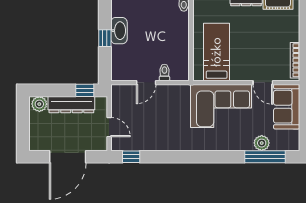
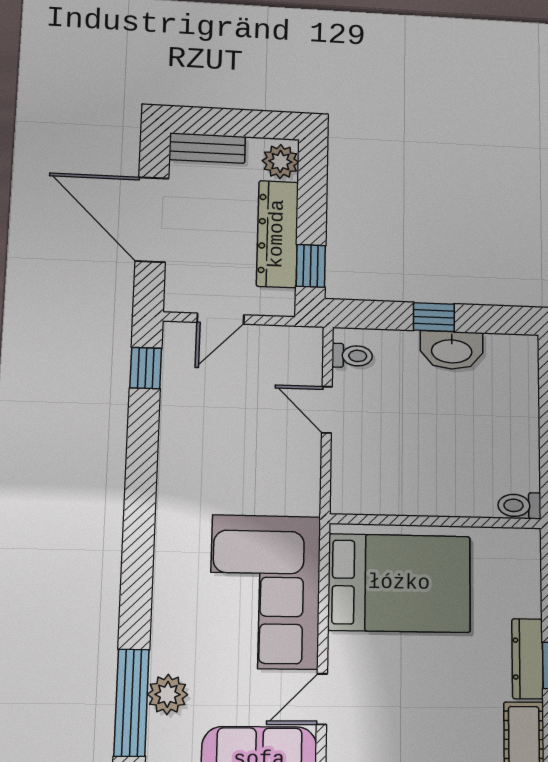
bed: (217, 52) -> (399, 583), width x1.50
toilet: (164, 72) -> (352, 356), moved
bench: (35, 135) -> (207, 148), added

